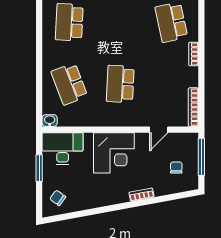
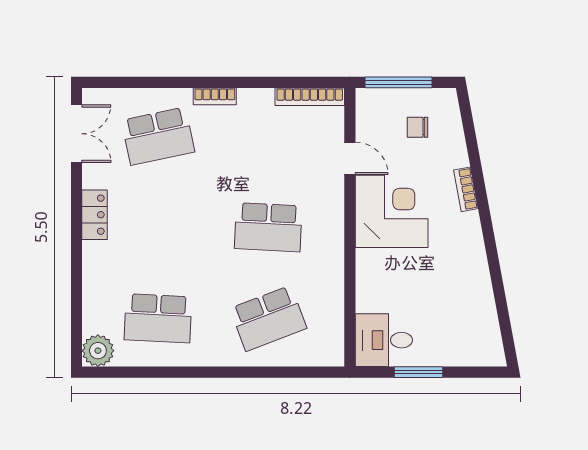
washbasin: (50, 121) -> (334, 353), removed
desk: (63, 149) -> (384, 340), width x0.73
corner desk: (114, 153) -> (392, 211), moved
chair: (58, 198) -> (472, 339), removed

